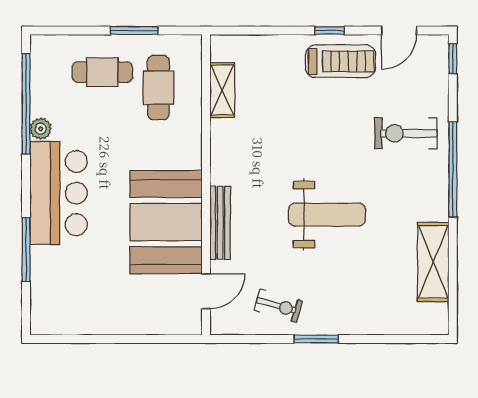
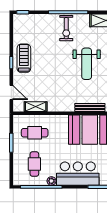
door: (399, 31) -> (11, 92), moved
cafe table: (102, 72) -> (34, 164), moved
exercise bike: (406, 133) -> (66, 28), moved
weight bench: (327, 215) -> (87, 64), turned 180

